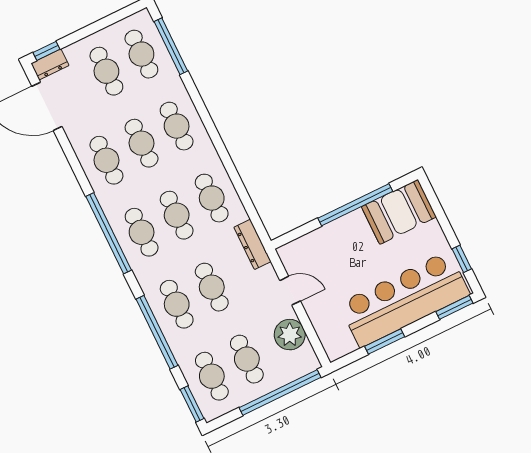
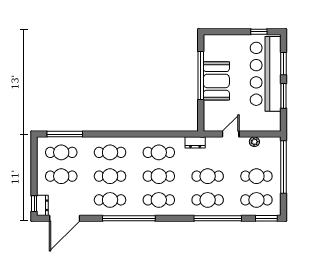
booth: (399, 212) -> (216, 81), moved
window: (109, 233) -> (129, 218), moved
dresser: (252, 244) -> (195, 142), width x0.70
window: (454, 307) -> (284, 64), moved
plant: (290, 335) -> (254, 142), width x0.53, depth x0.53

